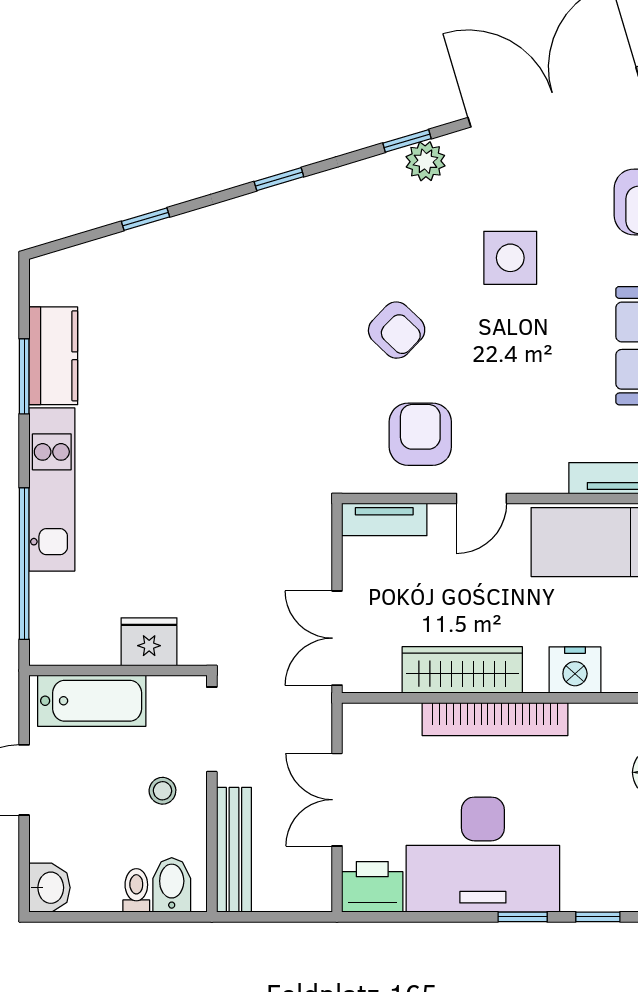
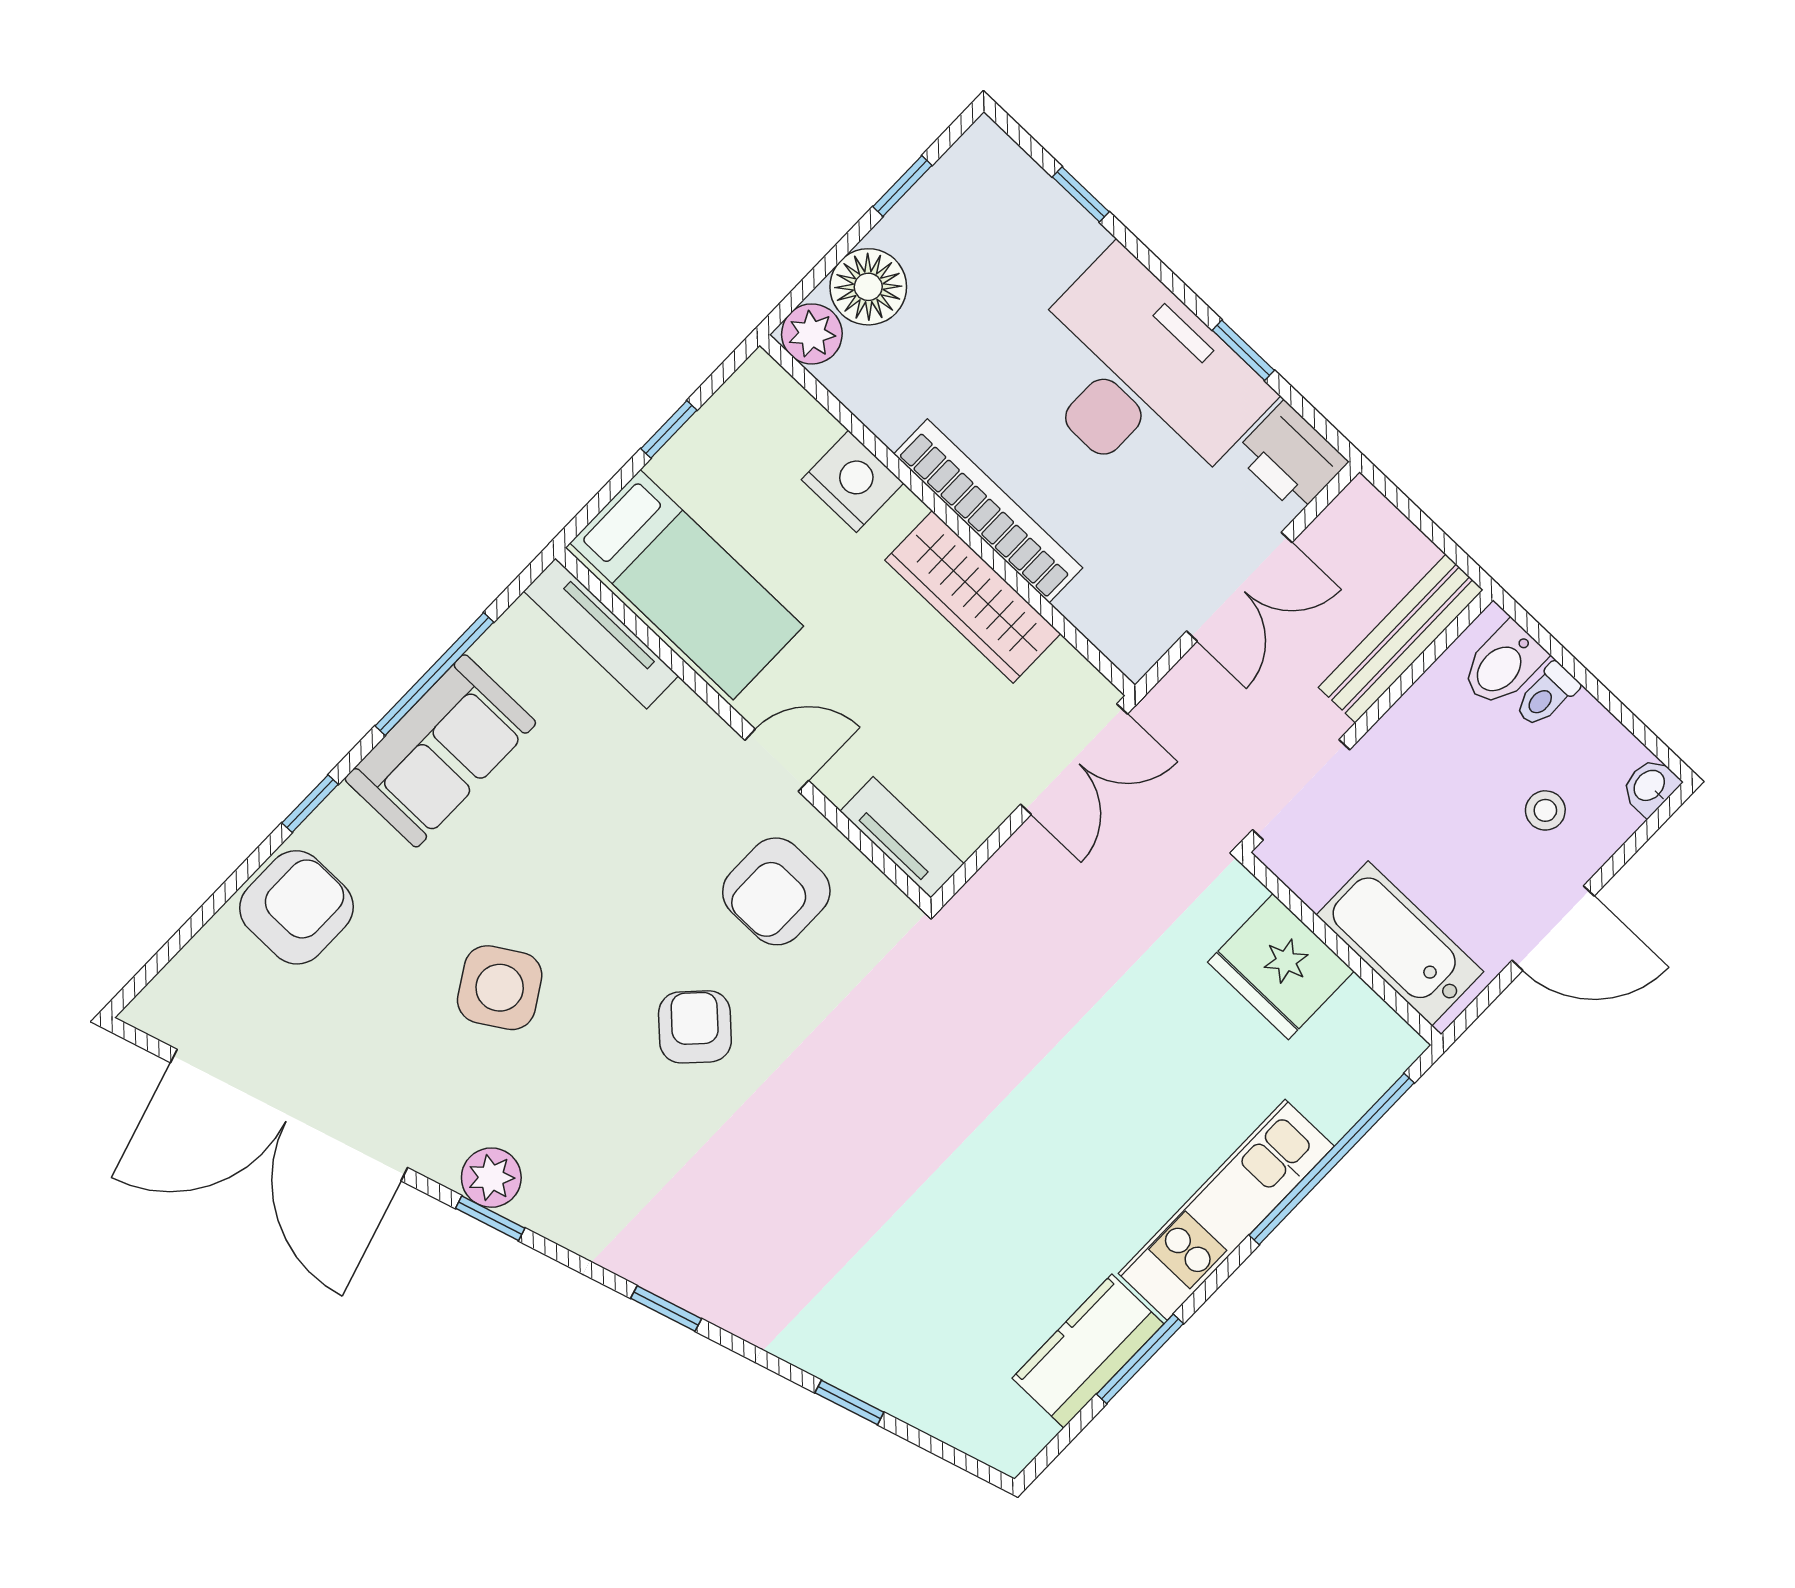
side table: (510, 258) -> (500, 988), turned -32
fridge: (149, 642) -> (1281, 967), width x1.36, depth x1.34
stool: (162, 791) -> (1545, 810), moved
washbasin: (50, 888) -> (1650, 786), width x0.72, depth x0.69
window: (523, 917) -> (1243, 350), moved

